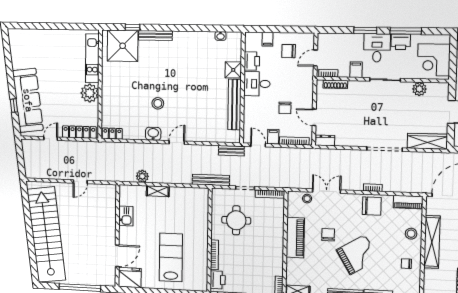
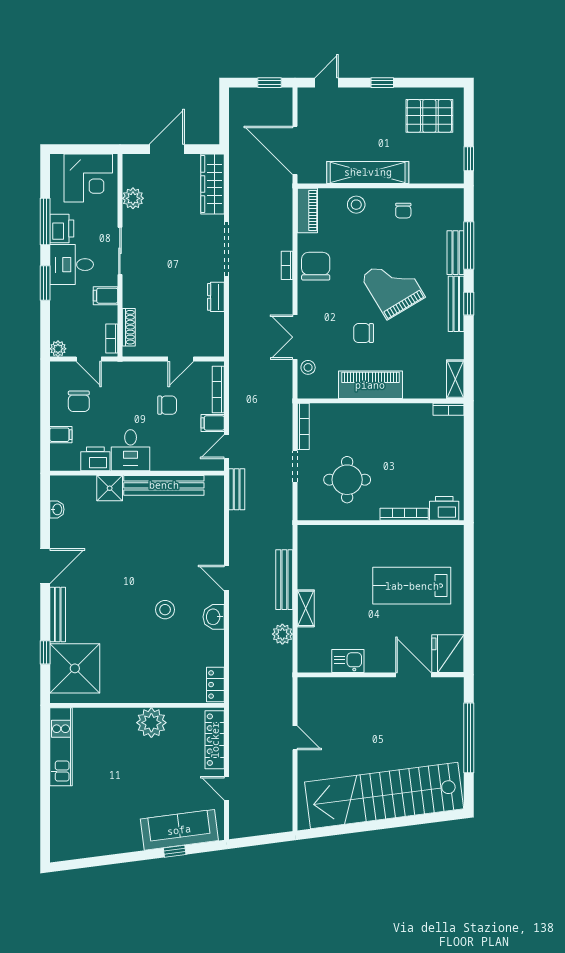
door: (185, 28) -> (45, 566), added
plant: (322, 38) -> (58, 349), added
kitchen unit: (92, 58) -> (61, 747), moved, turned -90
sofa: (28, 100) -> (179, 830), width x0.74, depth x0.79
dresser: (325, 140) -> (216, 297), moved
bench: (211, 180) -> (284, 580), moved

